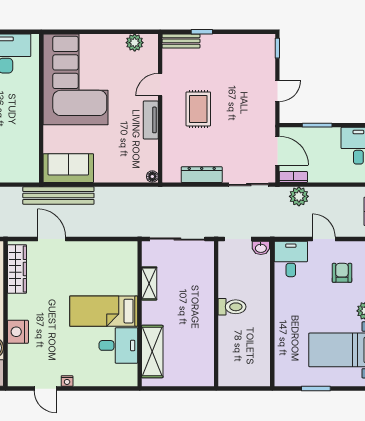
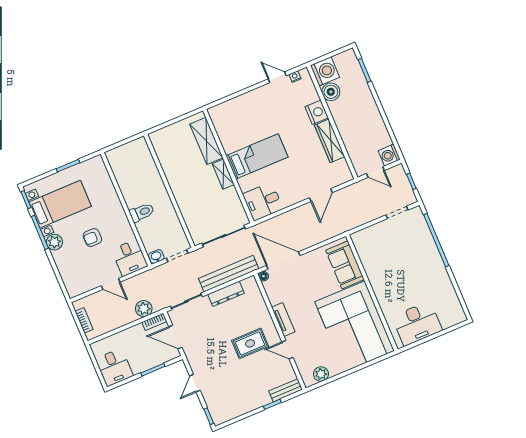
door: (160, 85) -> (287, 350), swing flipped
rug: (198, 109) -> (250, 343), turned 90
sofa: (68, 168) -> (345, 265), moved, turned 90
door: (123, 185) -> (283, 260), added
bench: (58, 196) -> (229, 274), moved
door: (52, 239) -> (321, 195), hinge flipped
wardrobe: (17, 269) -> (330, 141), moved
armchair: (342, 273) -> (92, 238), moved, turned 90
shelving: (149, 283) -> (223, 174), moved
toilet: (232, 307) -> (142, 212), moved, turned 180
desk: (118, 345) -> (263, 201), moved
nightstand: (67, 381) -> (295, 77), moved

